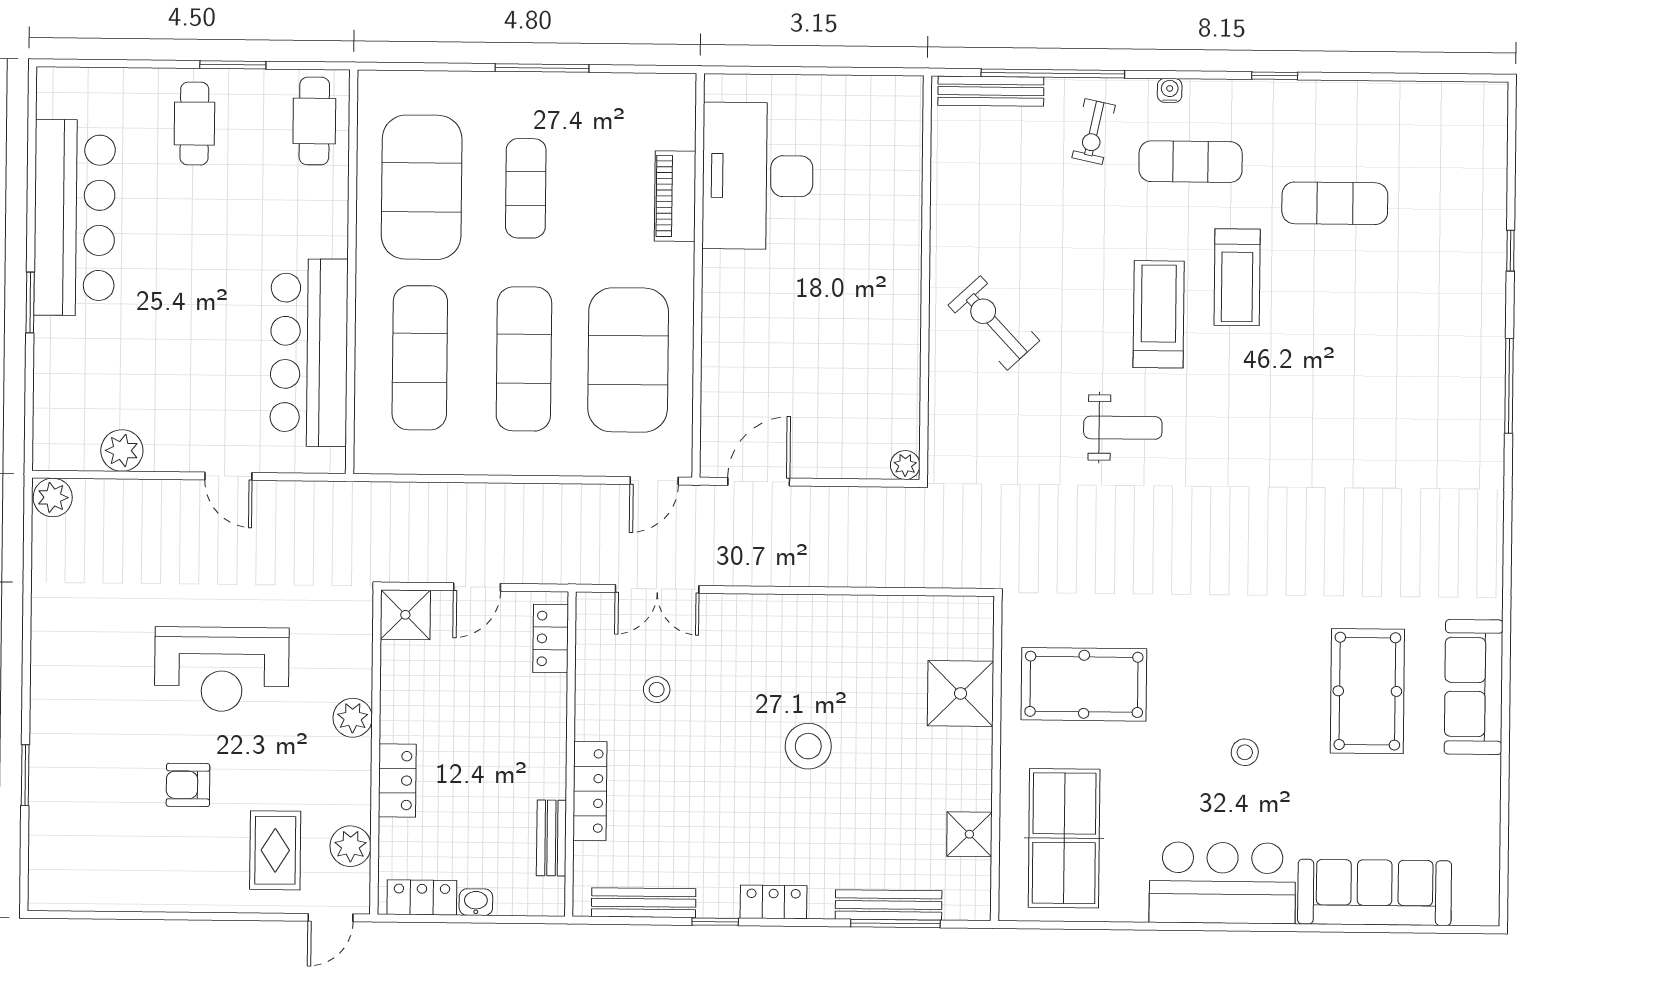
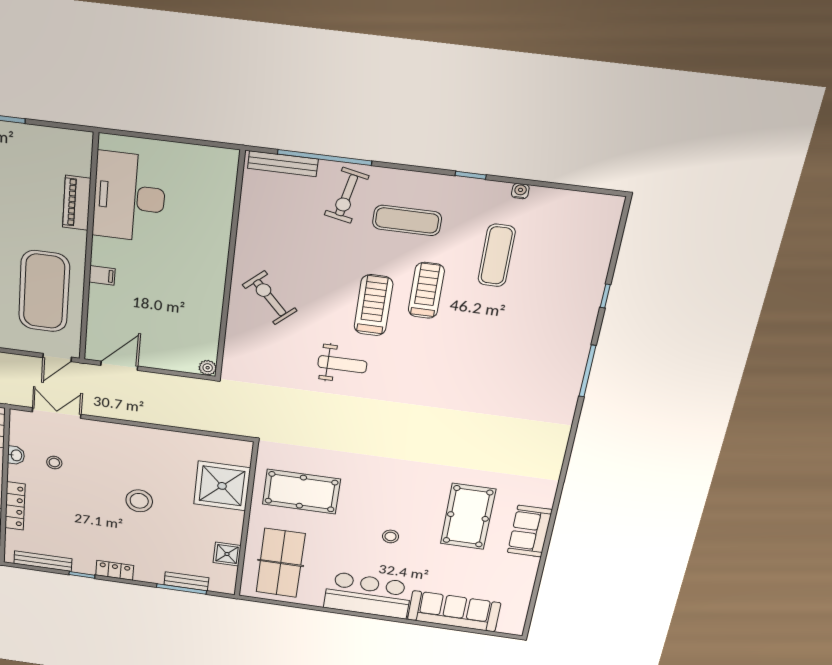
water cooler: (1170, 90) -> (520, 191), moved
exercise bike: (1094, 132) -> (347, 195), width x1.38, depth x1.39
exercise mat: (1335, 203) -> (497, 255), turned 90
treadmill: (1237, 277) -> (426, 290), turned 180
filing cabinet: (722, 318) -> (102, 275), added
double door: (657, 589) -> (57, 413), swing flipped
washbasin: (589, 685) -> (16, 455), added
sofa: (1474, 687) -> (530, 531), width x0.73
shower: (961, 693) -> (222, 486), width x1.37, depth x1.37
bench: (889, 905) -> (186, 581), width x0.73

